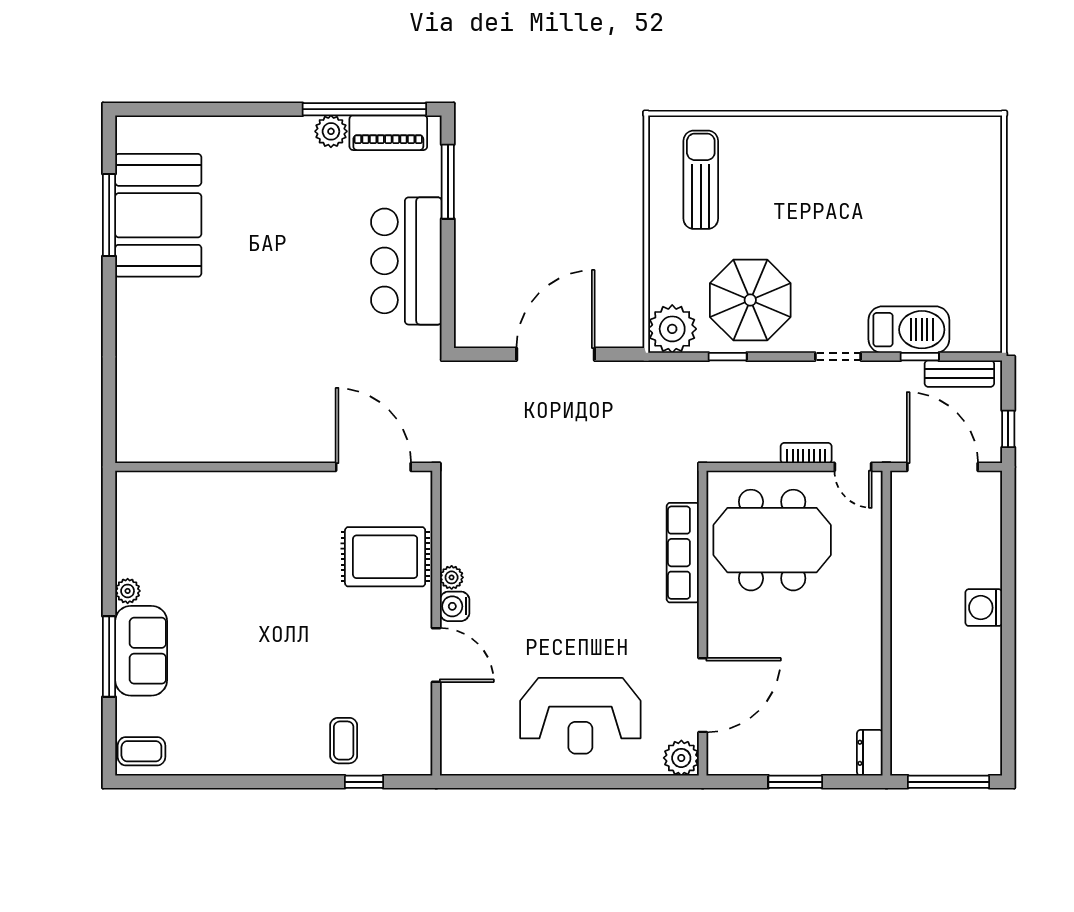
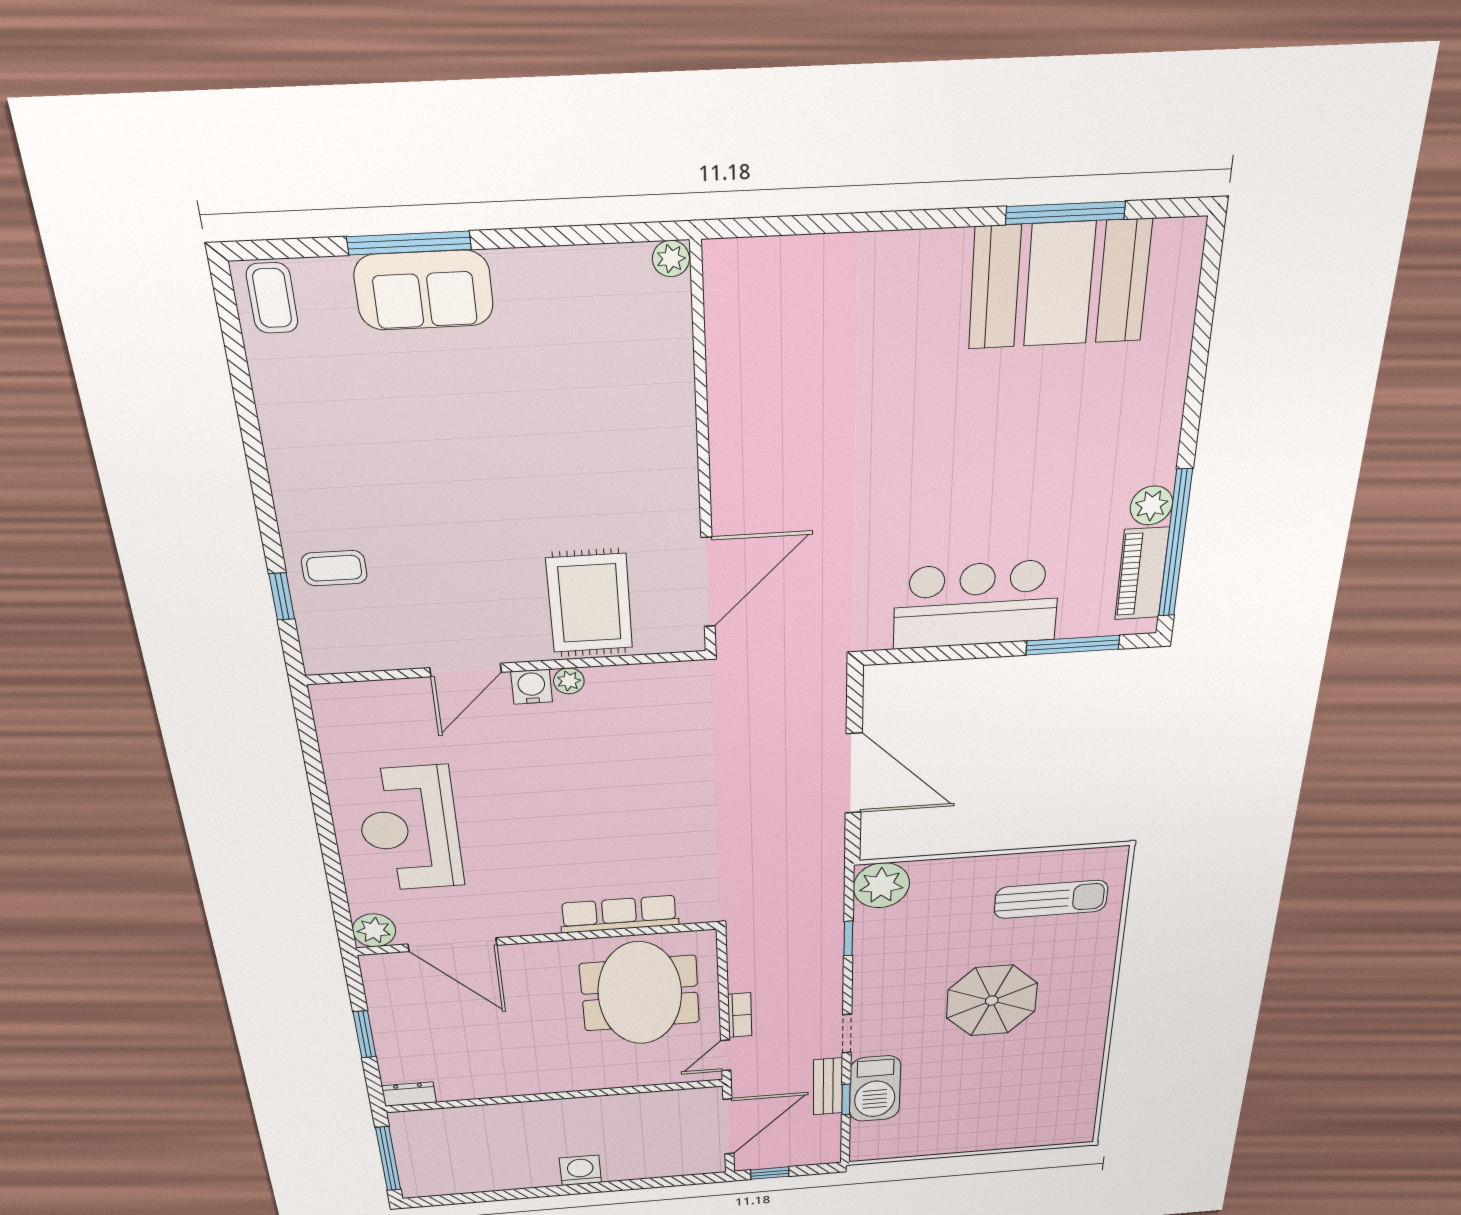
parasol: (750, 300) -> (992, 1001), moved
bench: (959, 374) -> (828, 1086), moved
plant: (128, 591) -> (671, 259), moved

